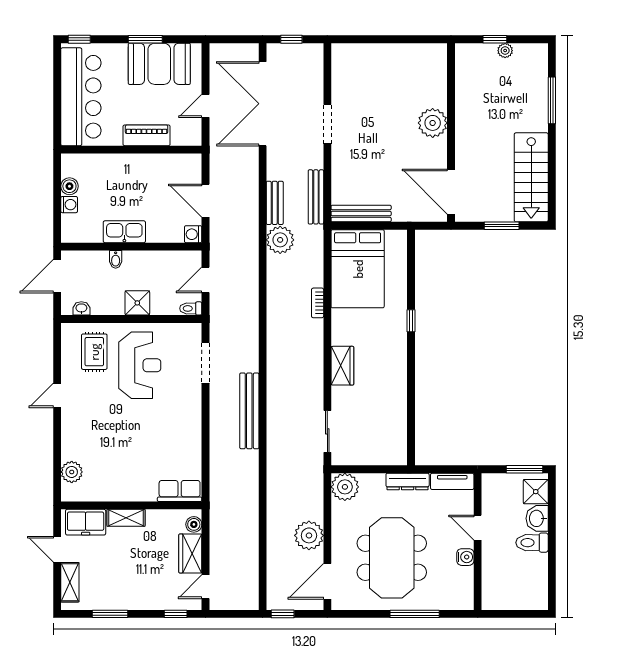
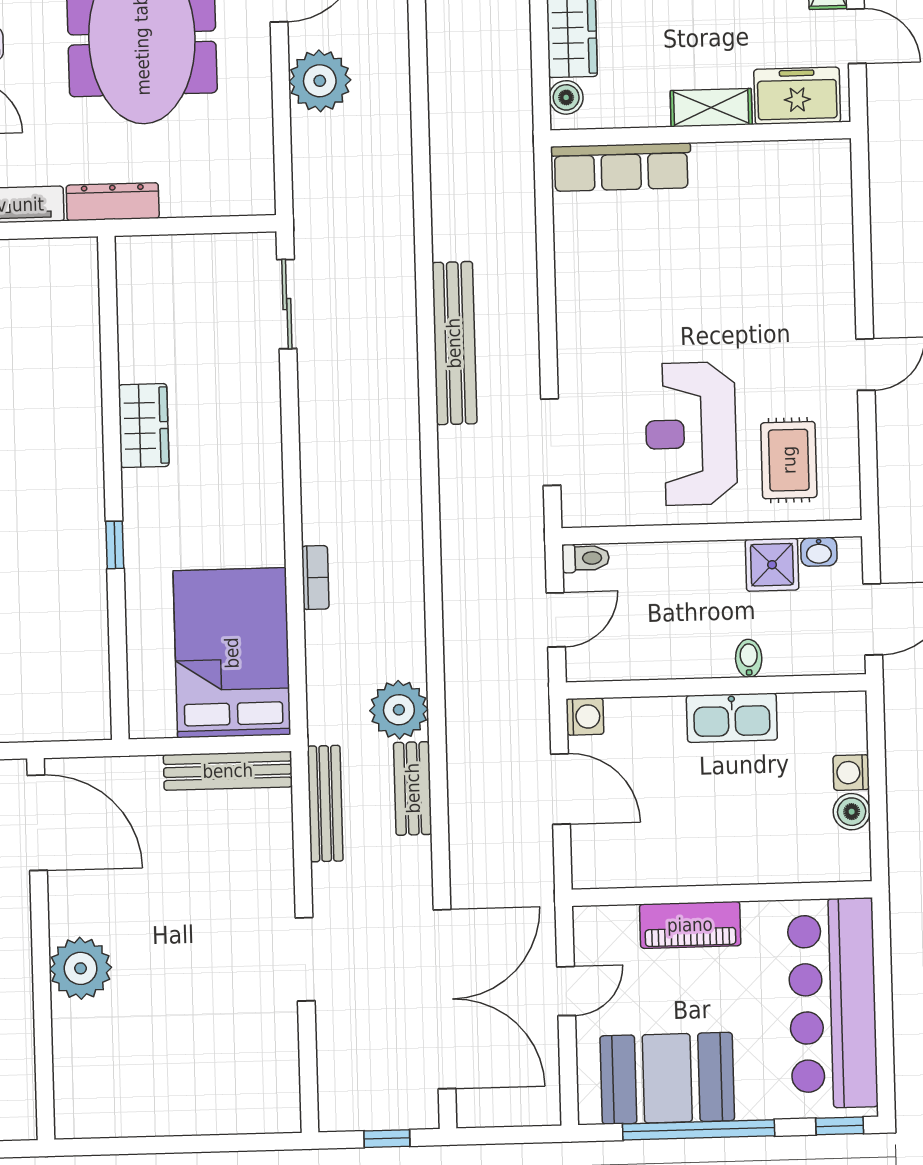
window: (145, 39) -> (699, 1130), width x2.11
shower: (137, 303) -> (772, 565), moved
wardrobe: (342, 366) -> (144, 426), moved, turned 180
plant: (72, 472) -> (830, 202), removed
plant: (345, 487) -> (246, 187), removed
row of seats: (180, 491) -> (621, 167), width x1.48

